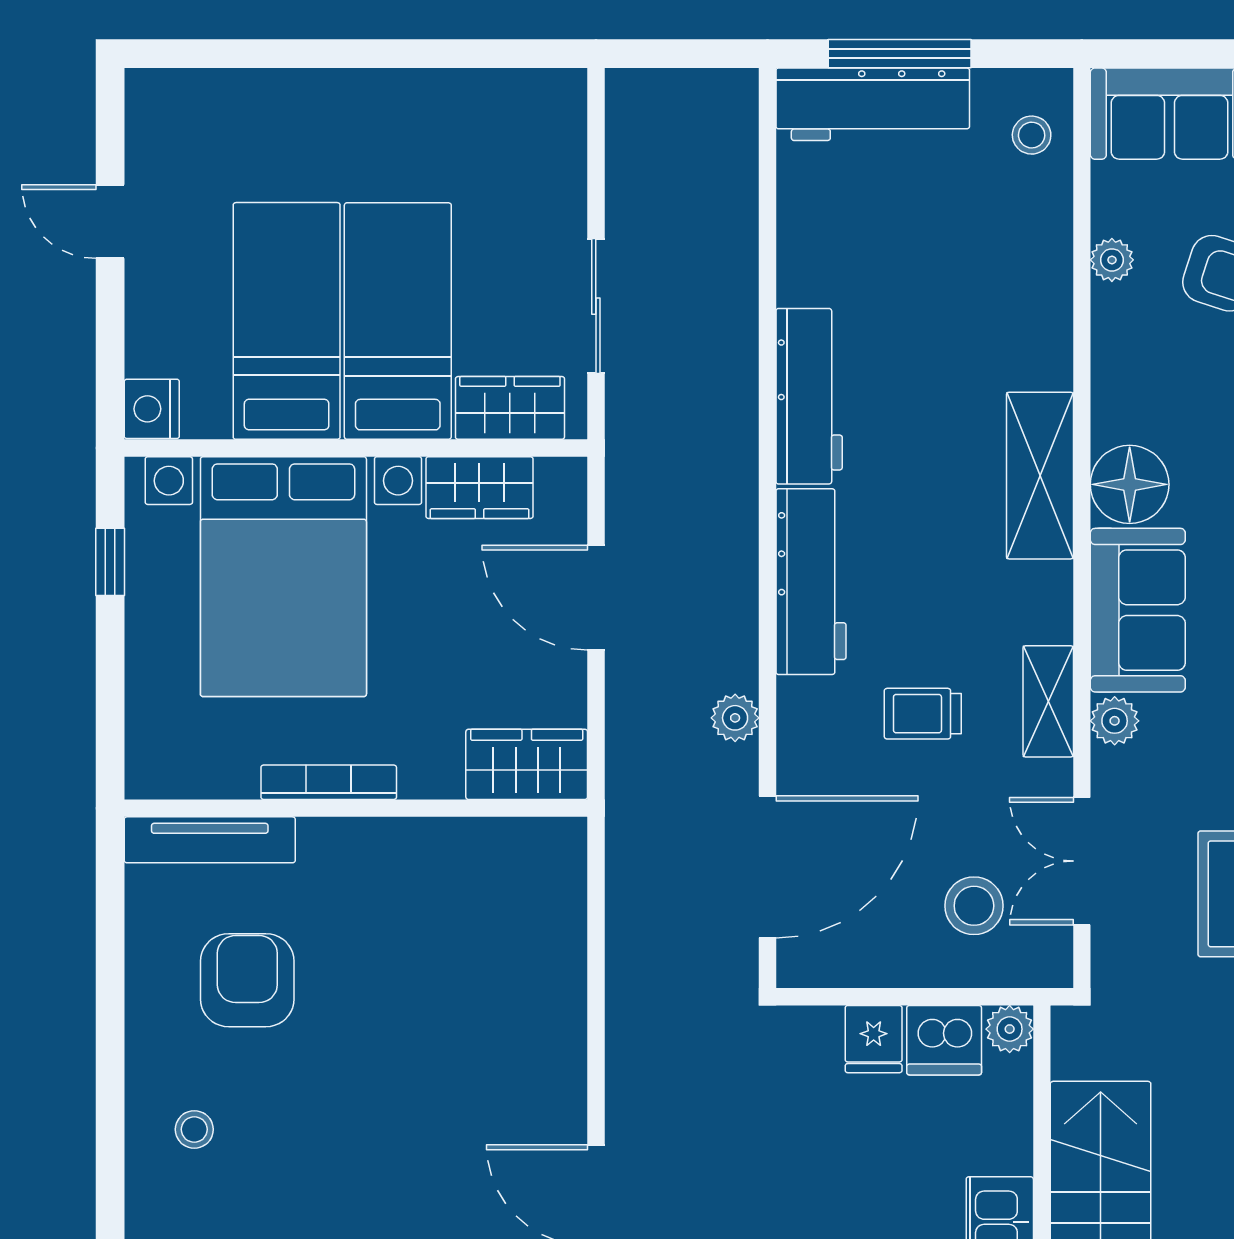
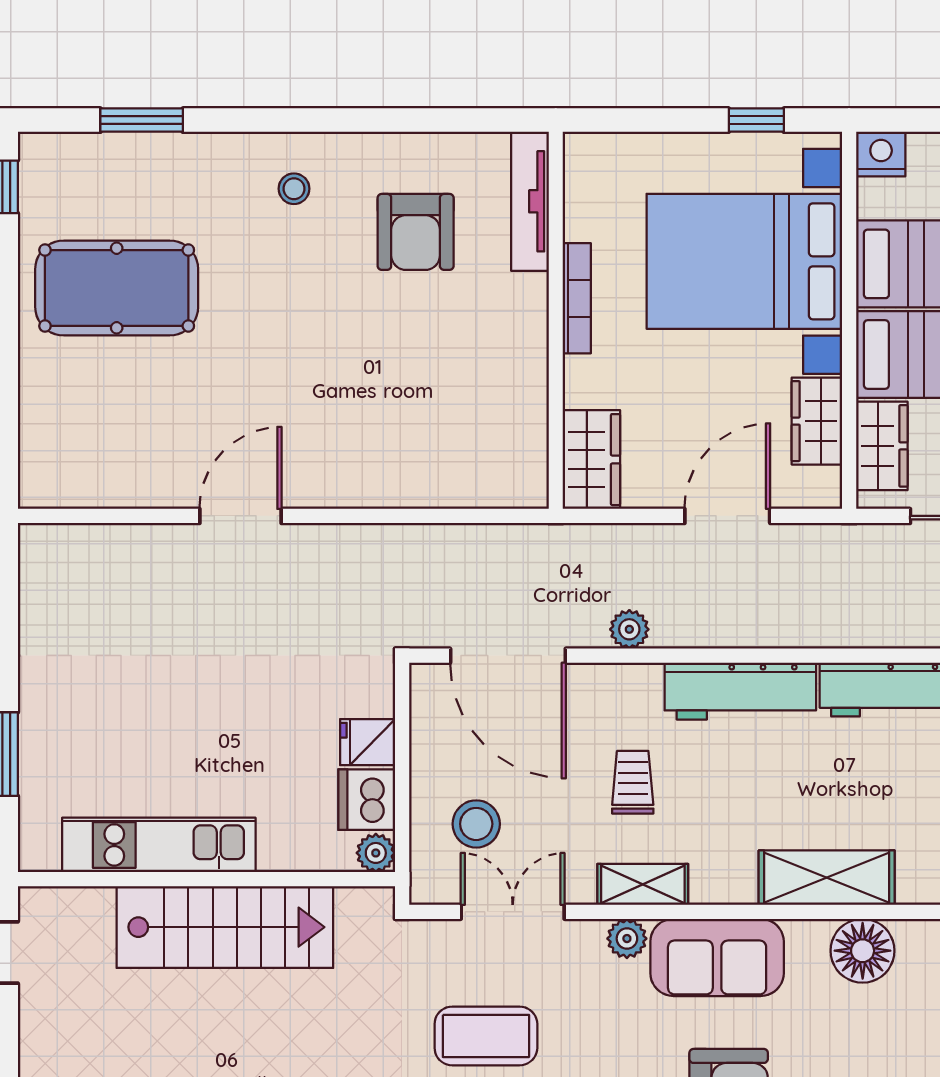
floor lamp: (1130, 484) -> (863, 951), moved
armchair: (247, 980) -> (416, 232), turned 90

